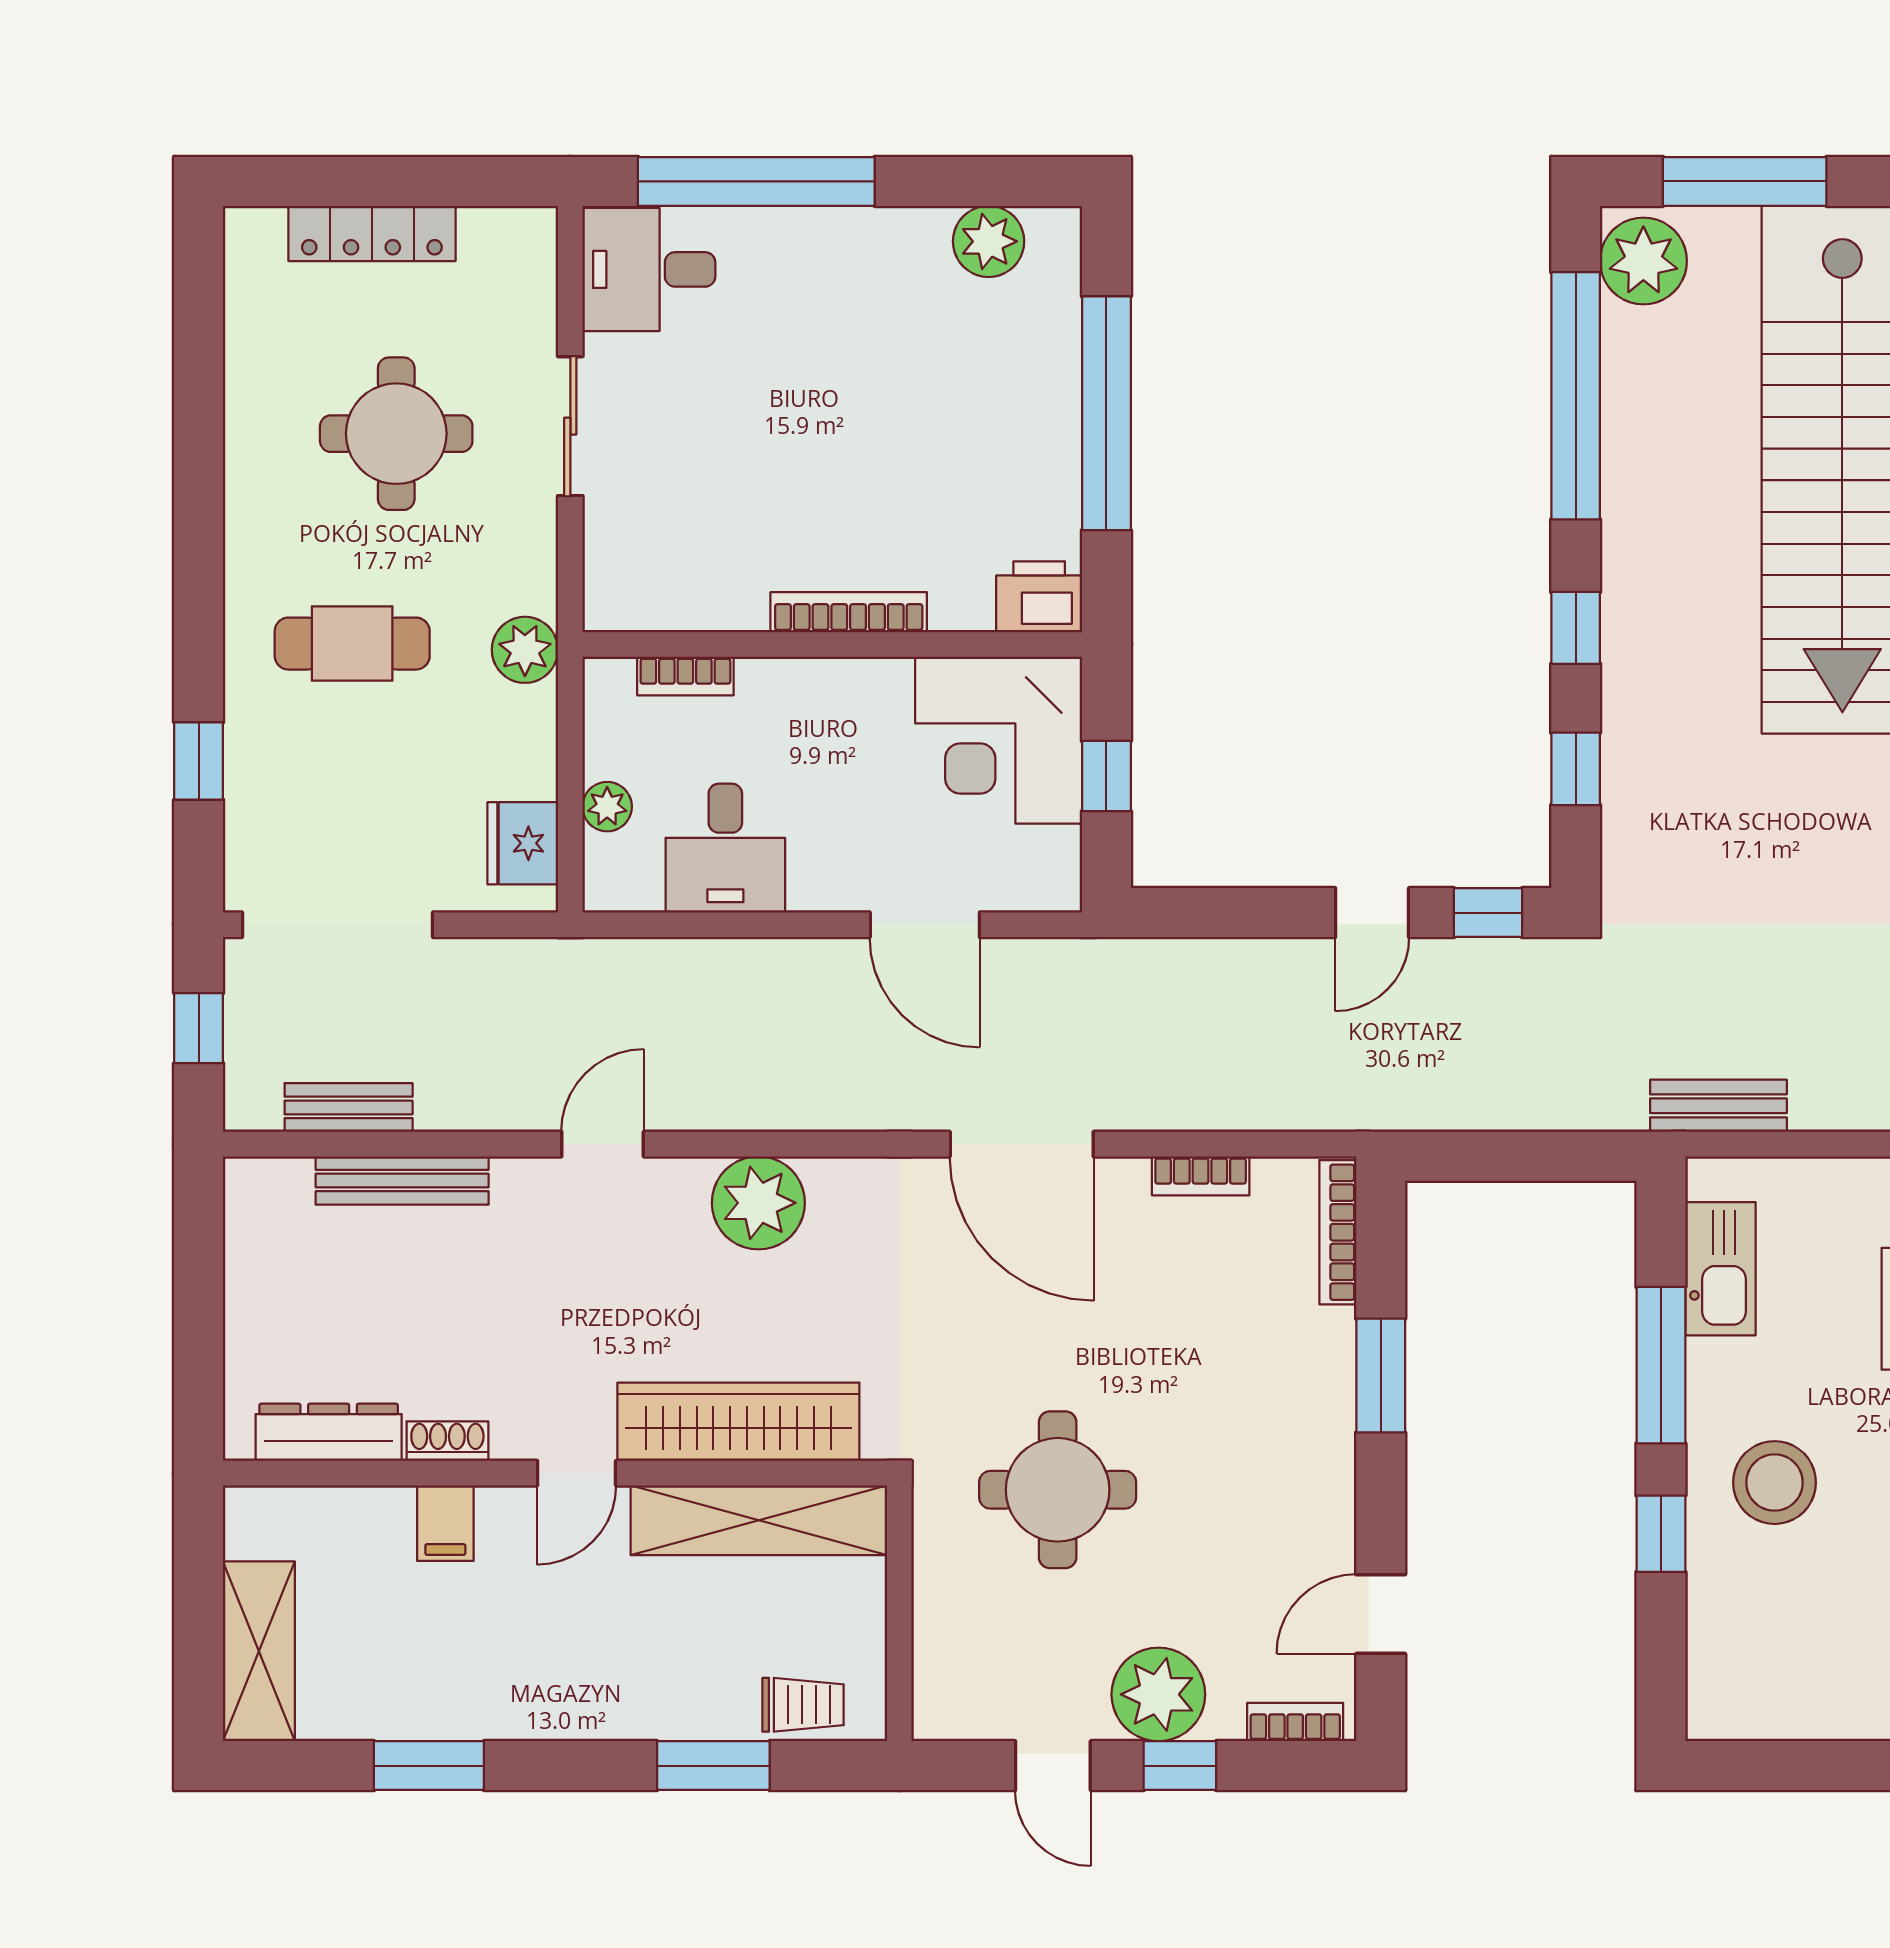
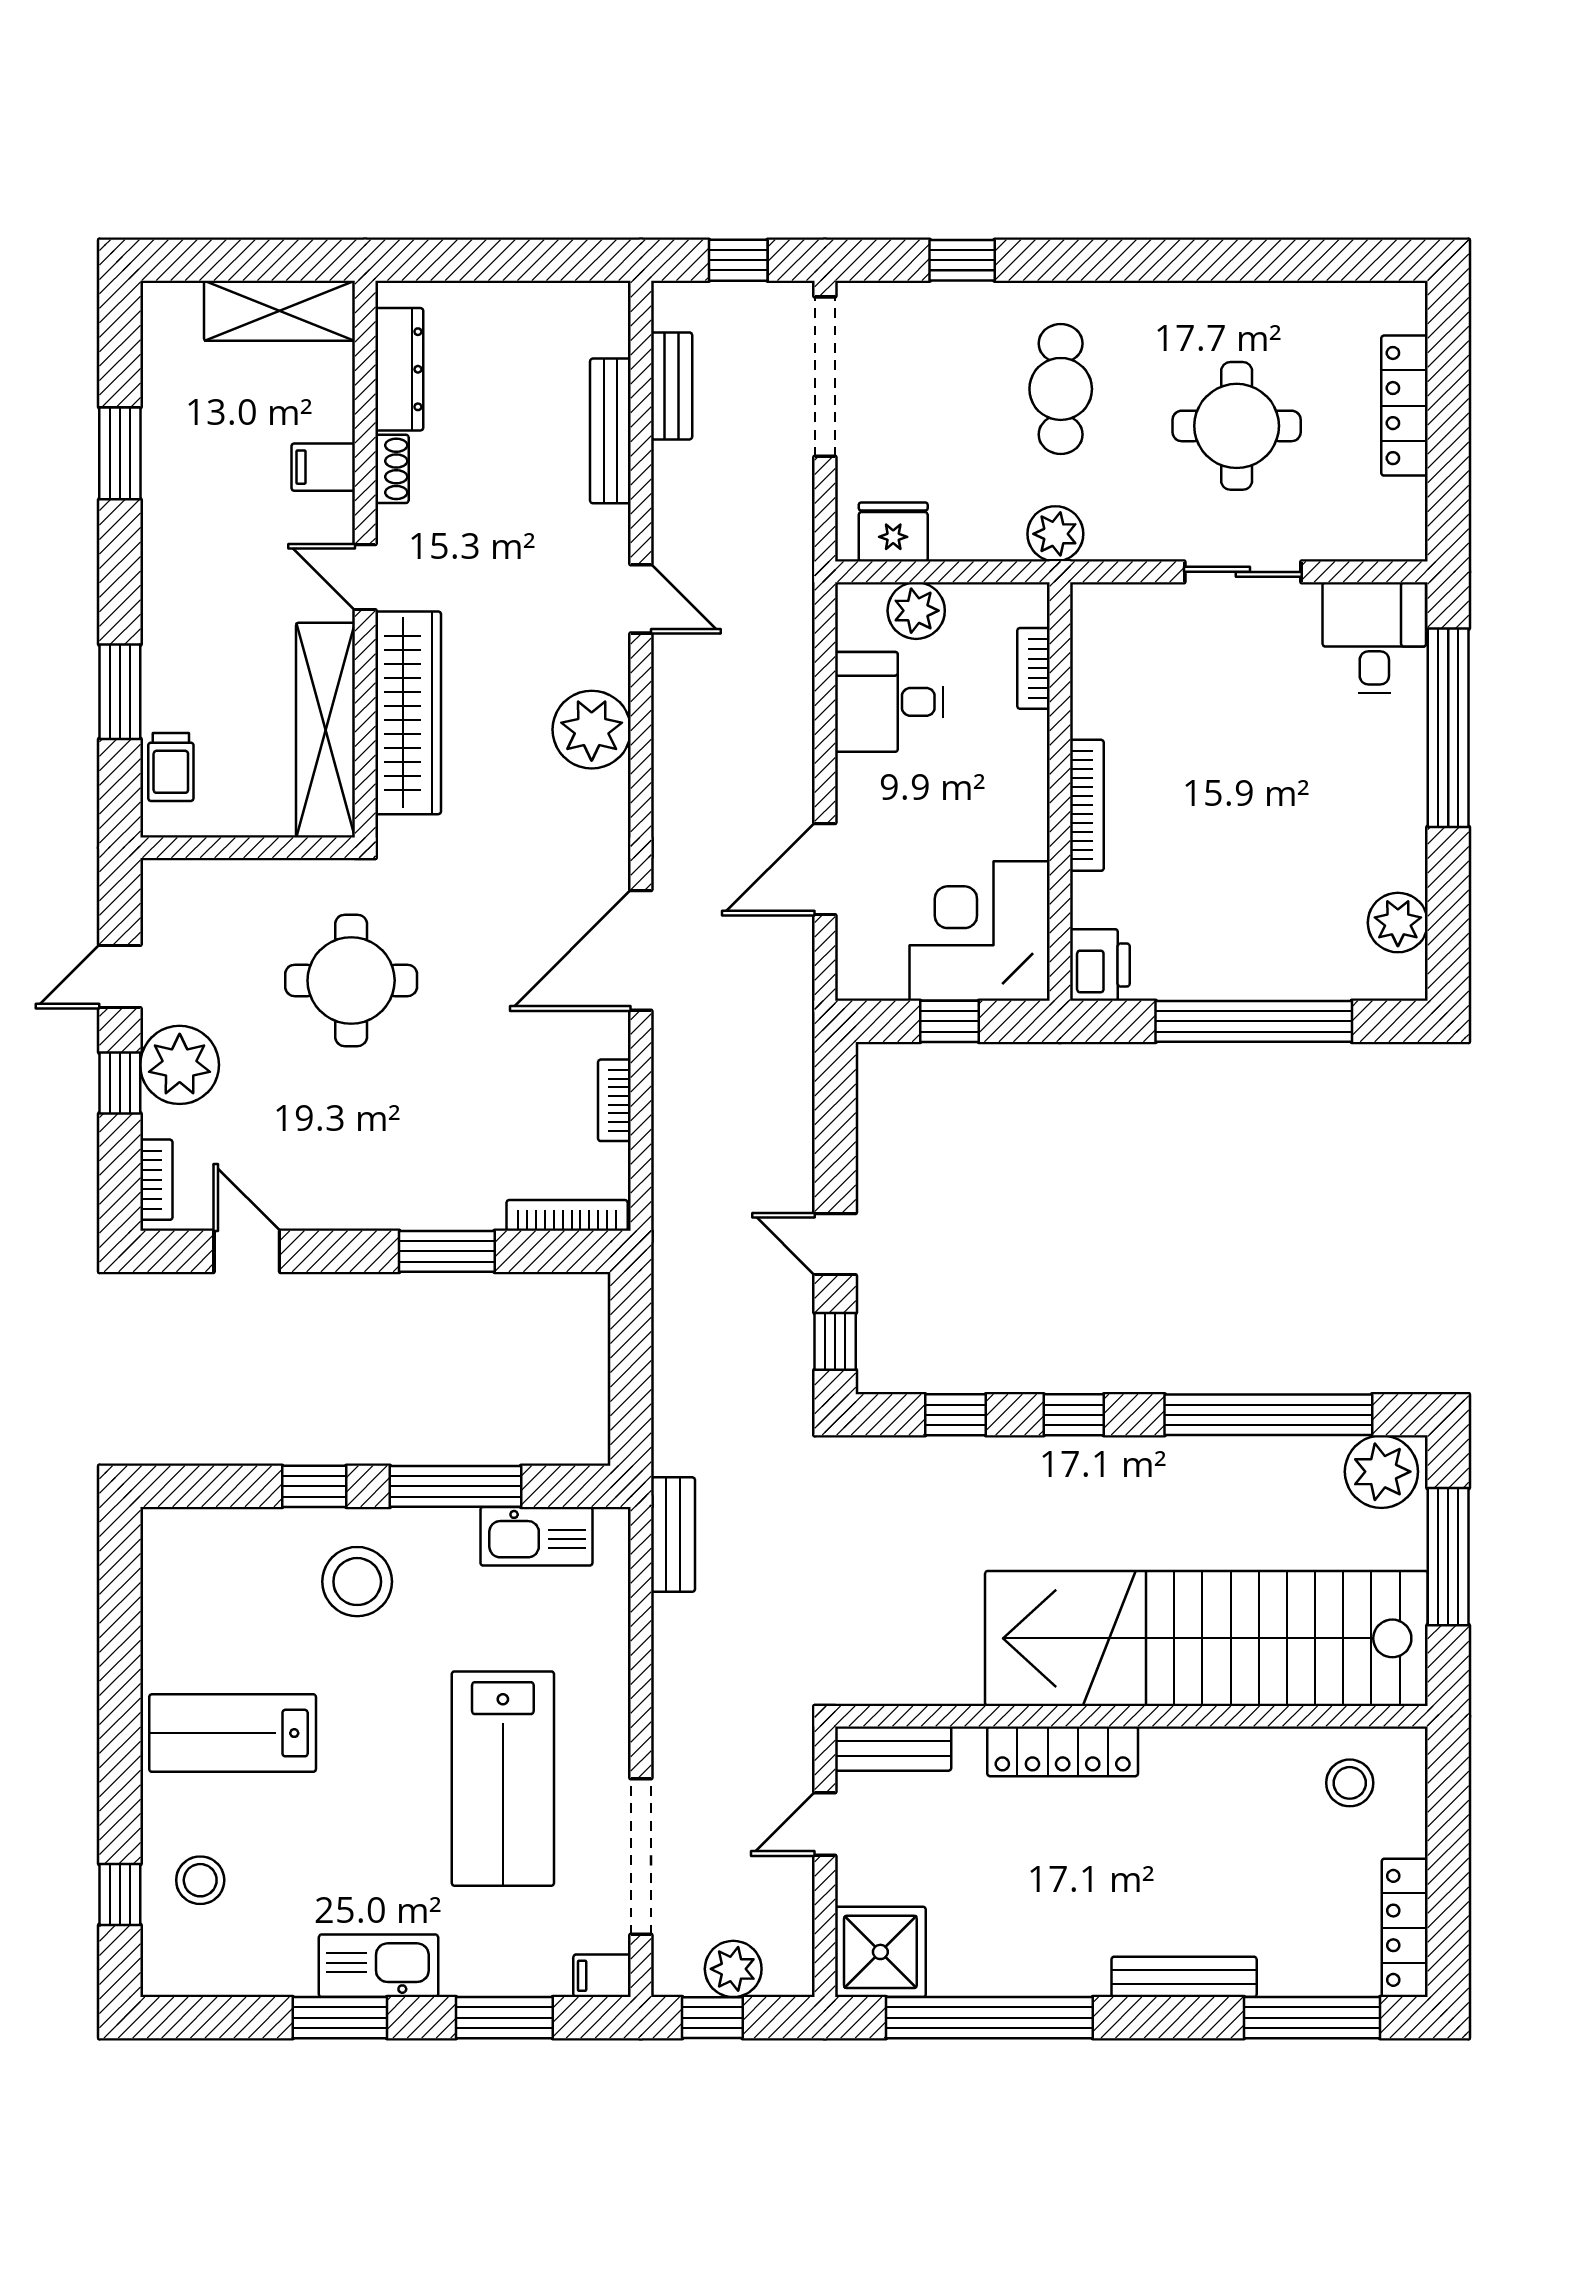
plant: (607, 807) -> (916, 611), width x1.38, depth x1.38
shelving: (259, 1651) -> (279, 311), moved

